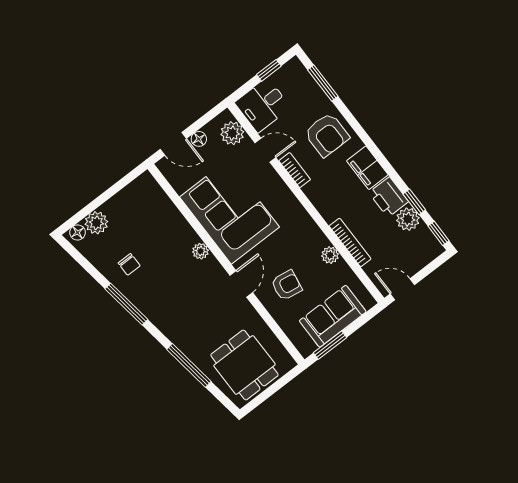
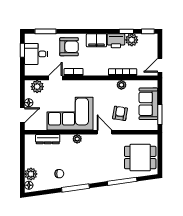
desk: (263, 105) -> (36, 54), moved, turned 90
dresser: (167, 208) -> (48, 139), added

